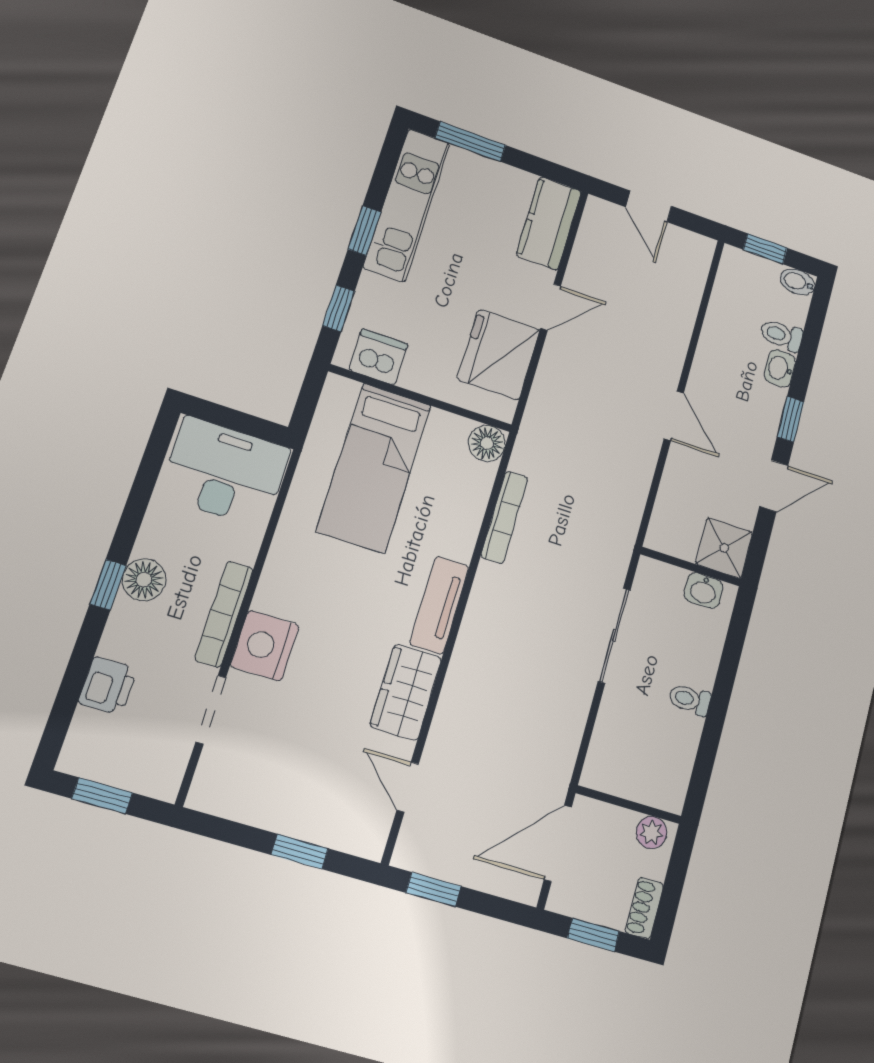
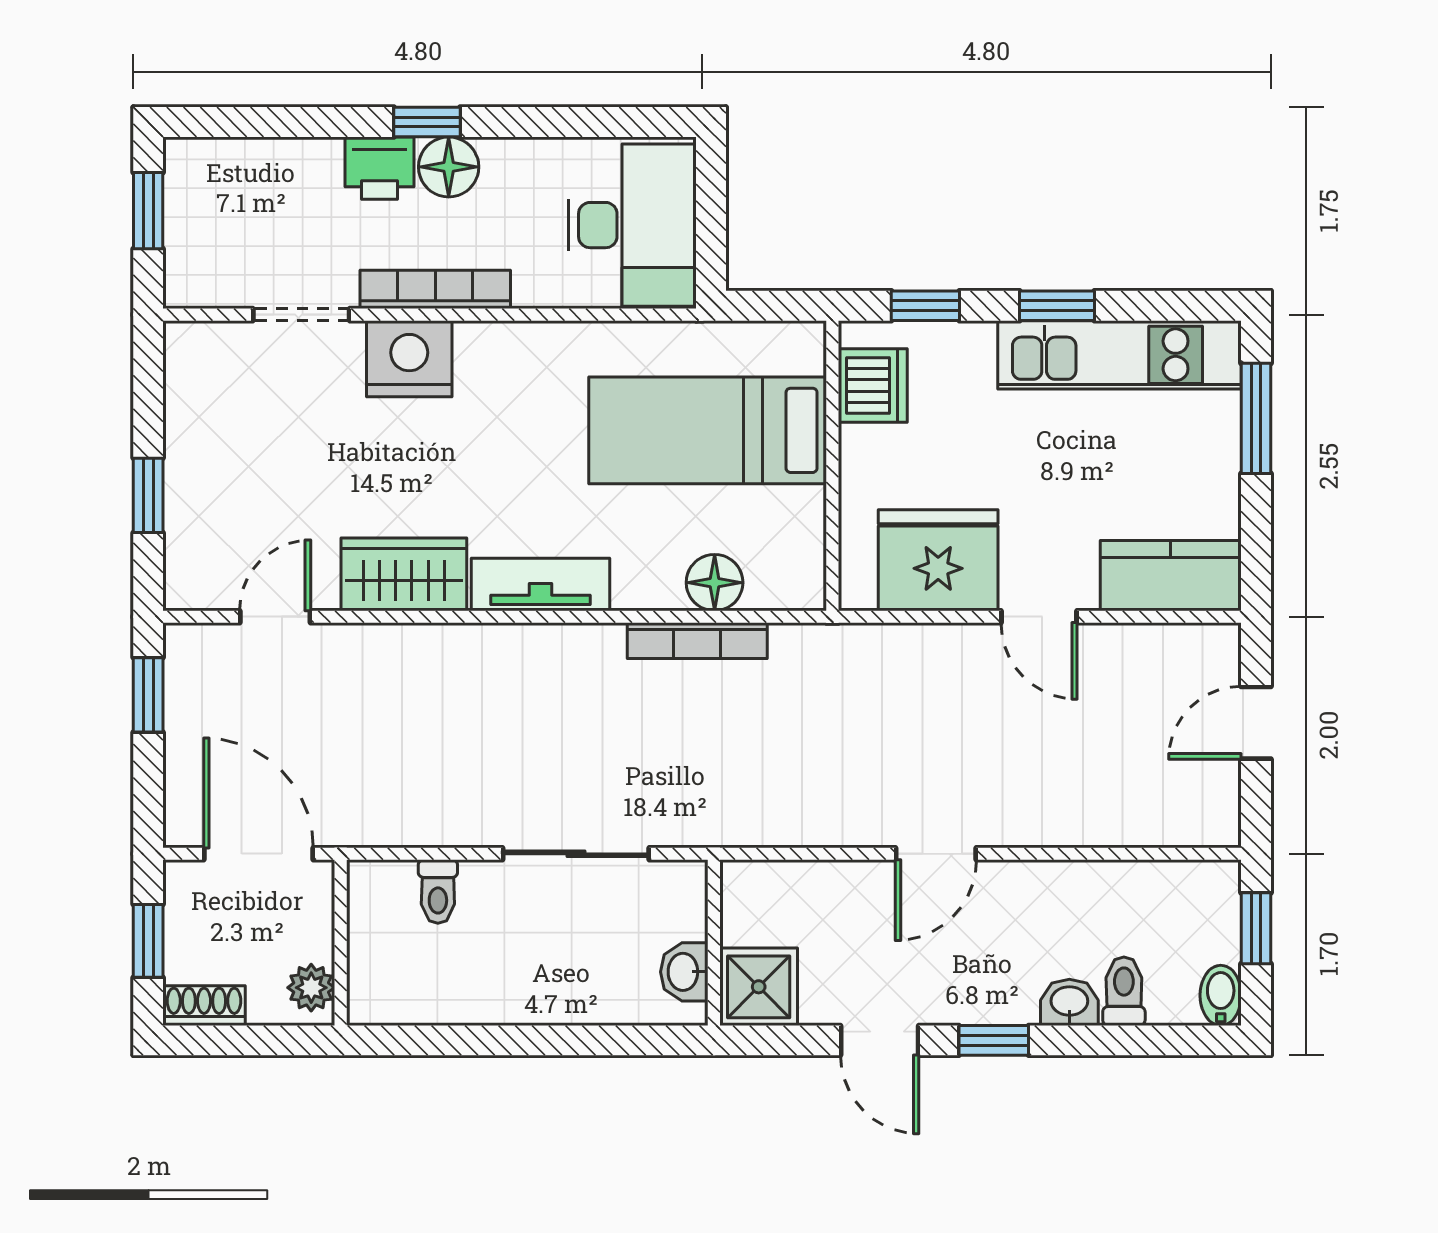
floor lamp: (487, 443) -> (715, 583), moved
printer: (108, 686) -> (379, 168), moved
toilet: (690, 700) -> (438, 892), moved, turned 180

